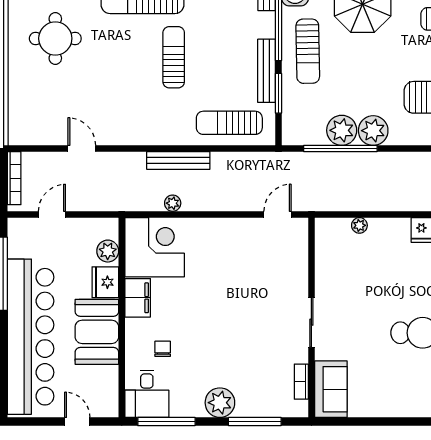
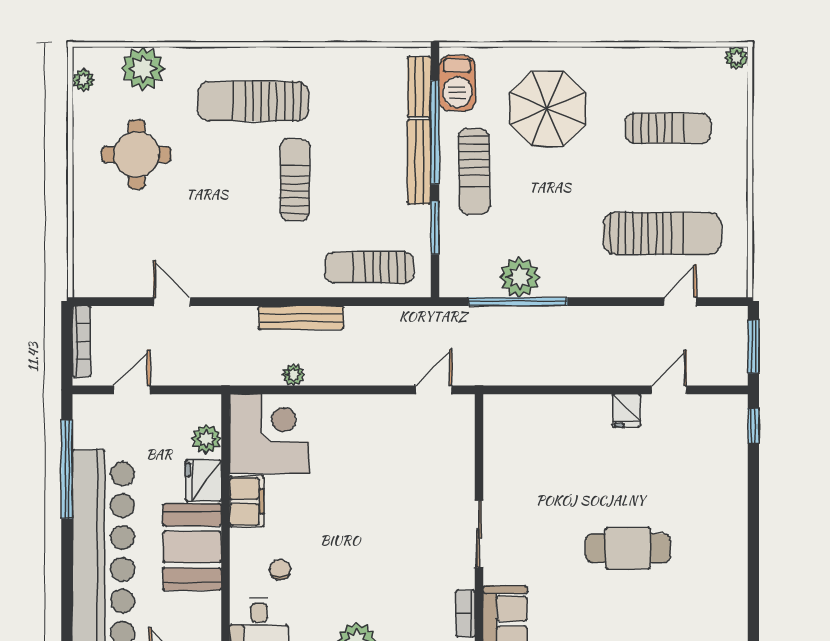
bench: (266, 71) -> (419, 162), moved
plant: (373, 131) -> (562, 278), removed
plant: (359, 225) -> (543, 405), removed

